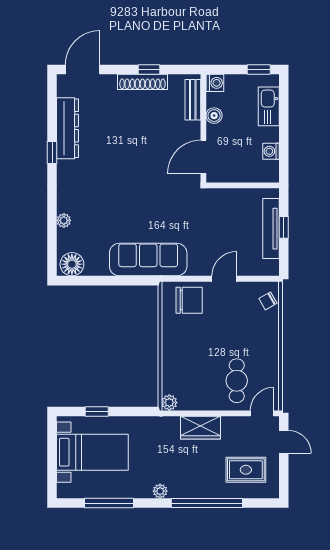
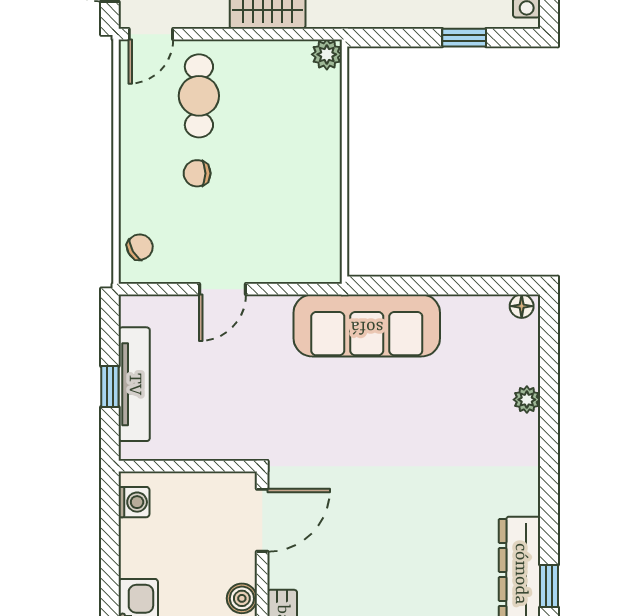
washing machine: (271, 151) -> (134, 502), moved
window: (52, 152) -> (549, 586), moved
floor lamp: (72, 264) -> (522, 306), width x0.53, depth x0.53
chair: (189, 300) -> (197, 173), moved, width x0.54, depth x0.54

